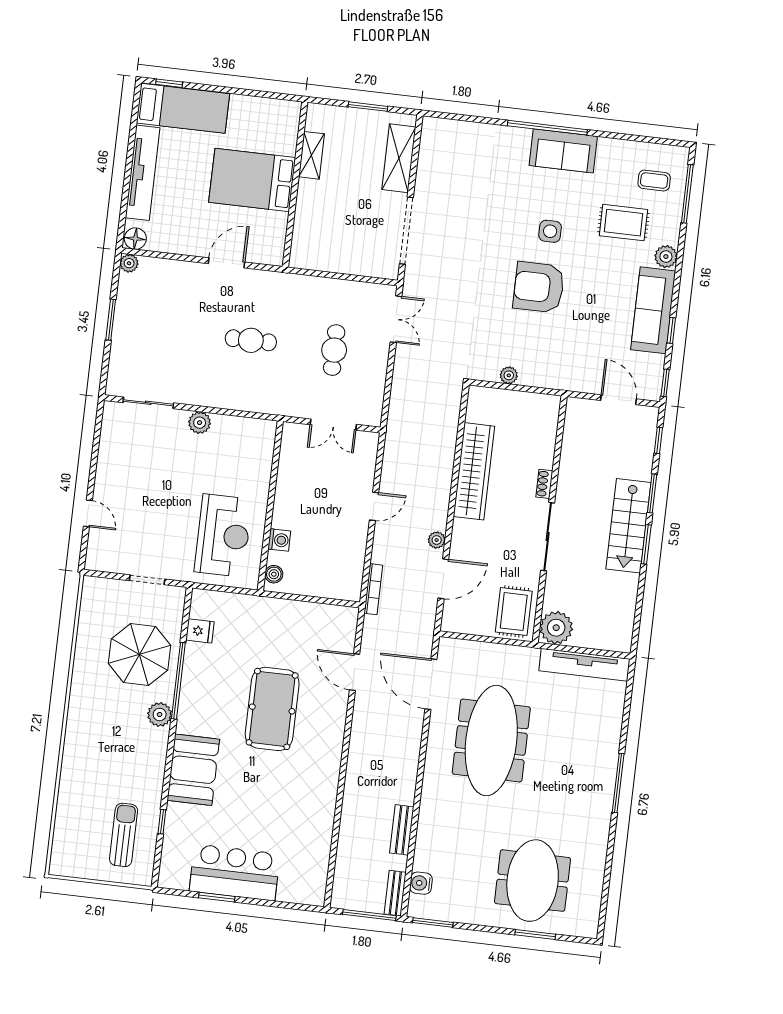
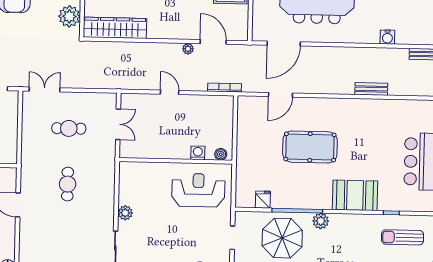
plant: (509, 375) -> (69, 16), width x1.88, depth x1.88
wardrobe: (474, 471) -> (115, 28), moved
bench: (402, 830) -> (371, 89), moved
water cooler: (421, 883) -> (387, 37), moved

